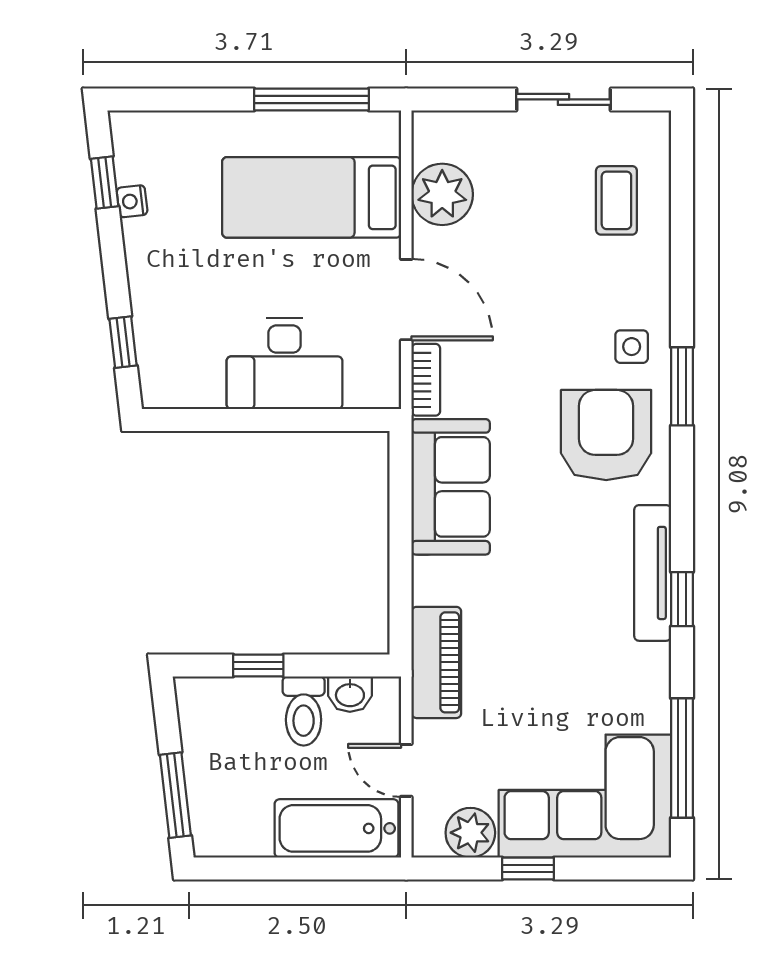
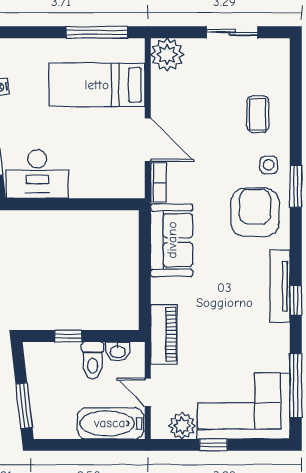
plant: (442, 194) -> (167, 55), moved
coffee table: (616, 200) -> (258, 114), moved
desk: (285, 364) -> (37, 174), moved

